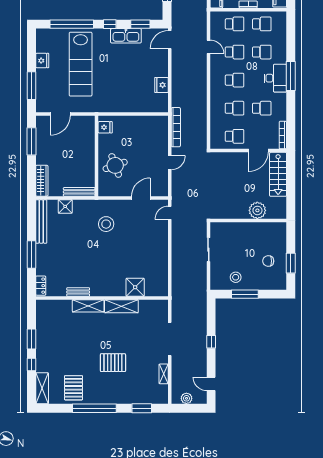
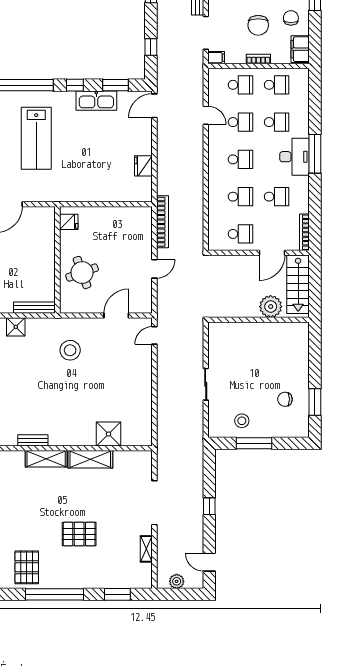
lab bench: (81, 64) -> (36, 138), width x0.73
plant: (257, 210) -> (271, 307), moved
wall: (248, 220) -> (258, 320), moved

